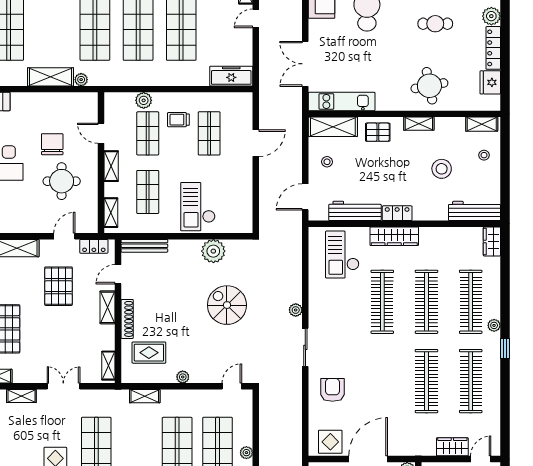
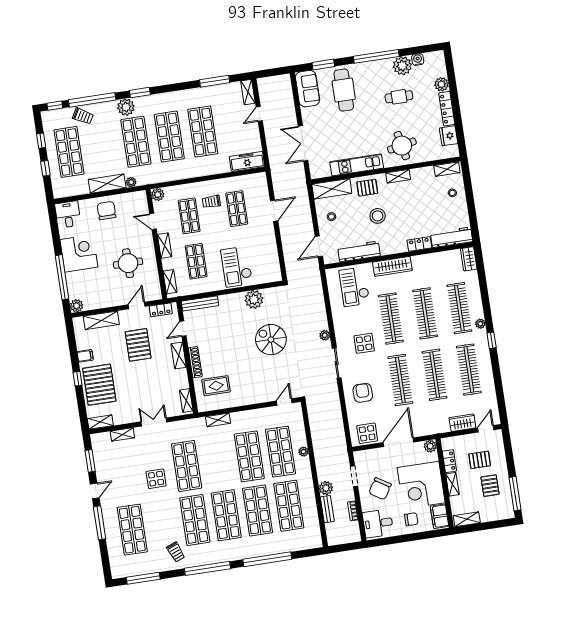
plant: (144, 100) -> (158, 195), moved
kitchen unit: (342, 101) -> (357, 165), moved
chair: (52, 144) -> (107, 211), moved
stool: (442, 169) -> (378, 216), moved
locker: (397, 213) -> (419, 244), moved
display table: (344, 328) -> (364, 343), added
plant: (183, 377) -> (245, 401), removed
clothes rail: (382, 381) -> (400, 380), added

